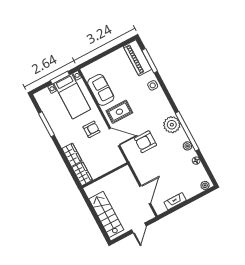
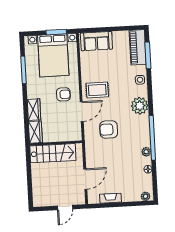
sofa: (101, 90) -> (96, 41), moved, turned 90
bed with nightstands: (72, 96) -> (53, 55), width x1.36
plant: (172, 125) -> (140, 106), moved
door: (115, 137) -> (82, 112), hinge flipped
stairs: (106, 214) -> (53, 153), moved, turned 90

